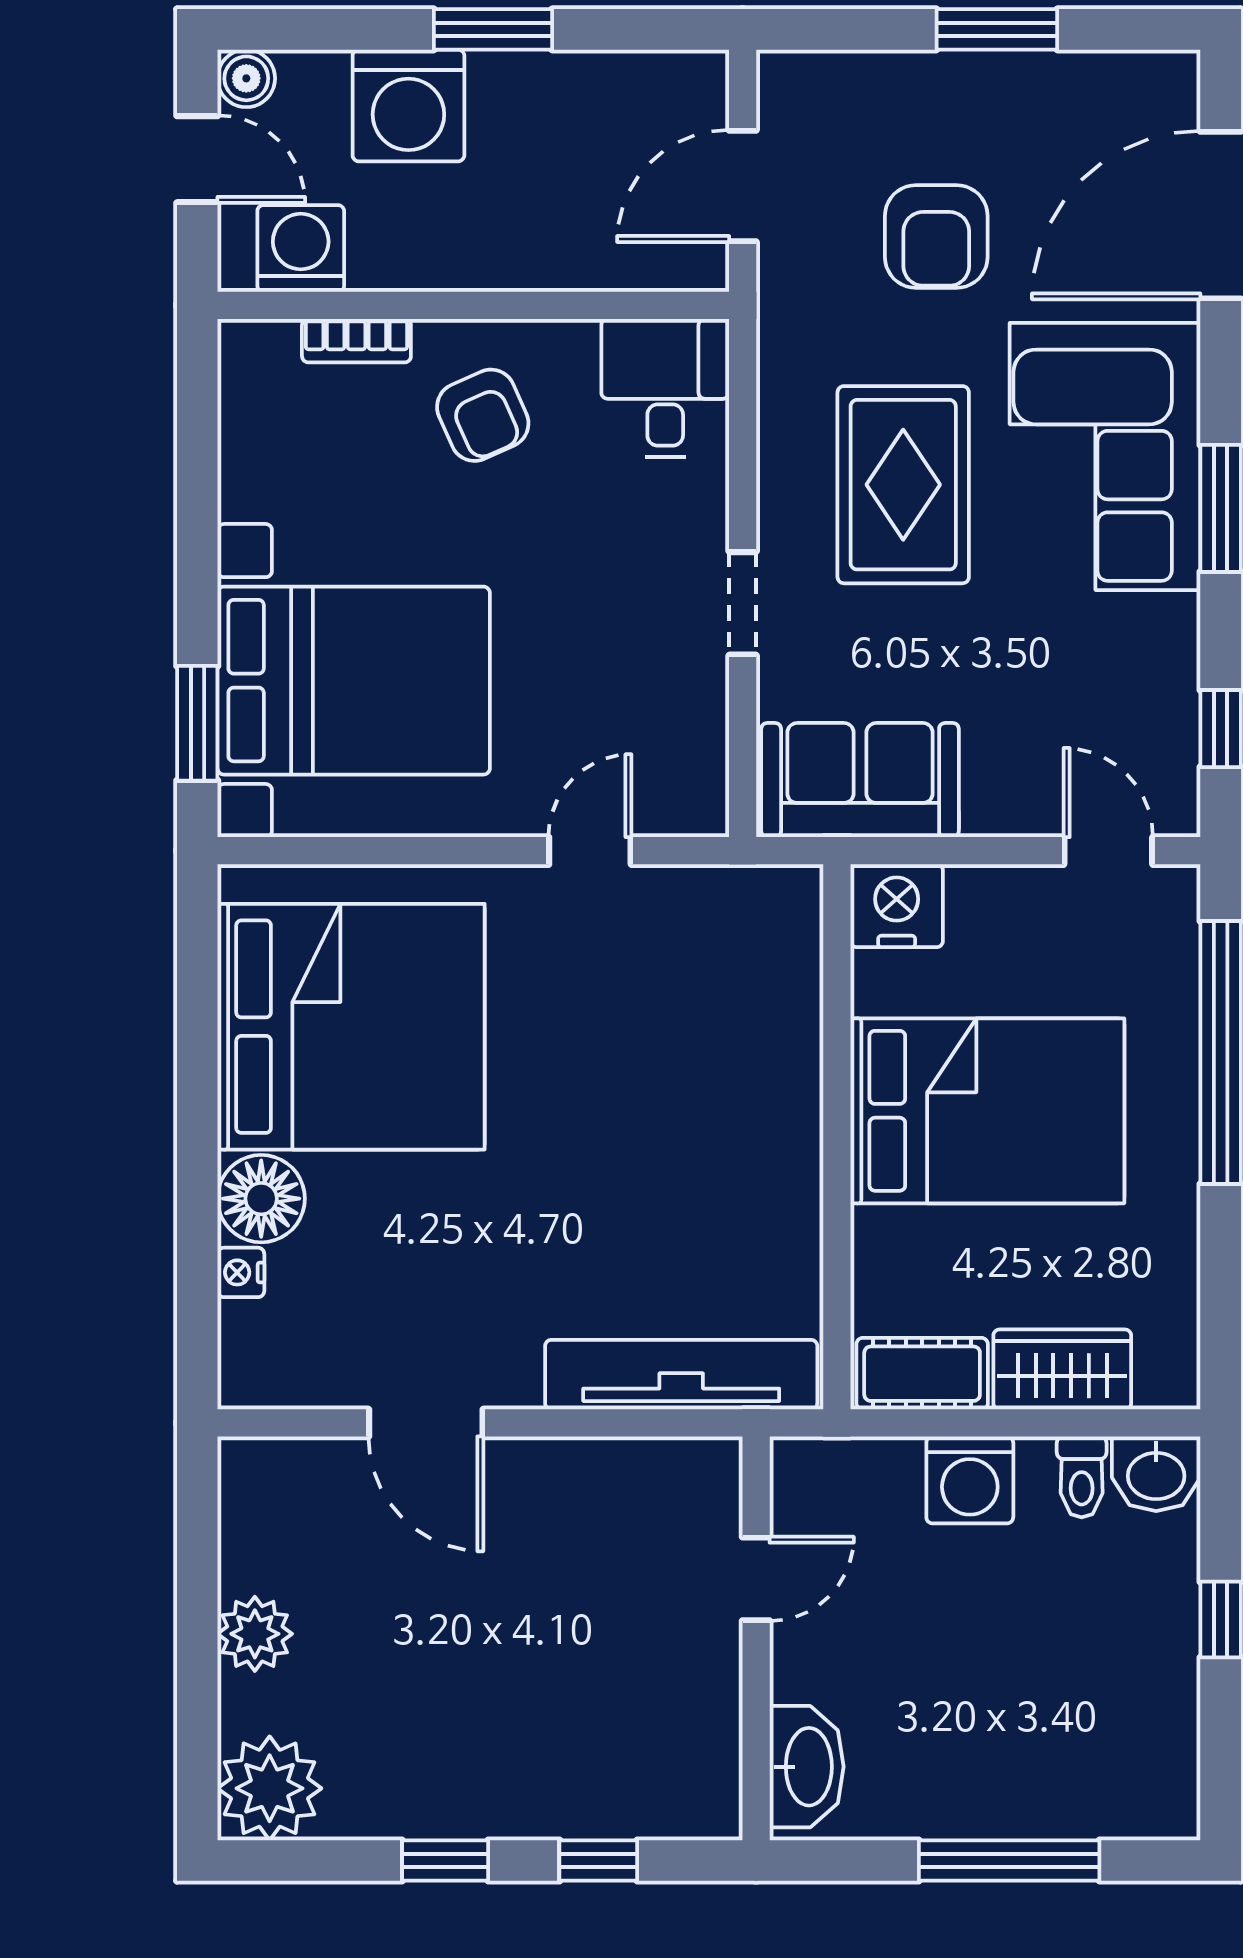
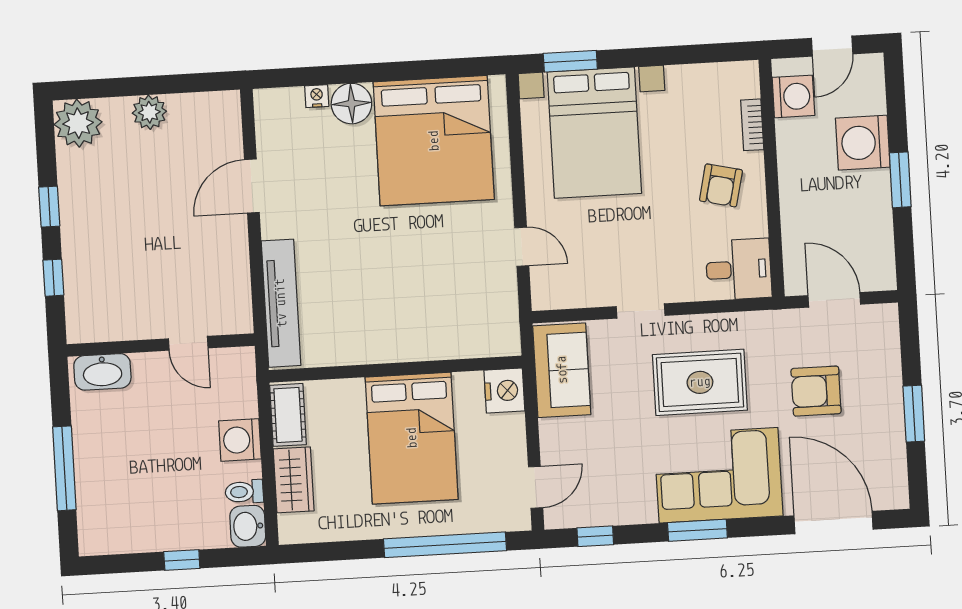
boiler: (246, 78) -> (871, 67), removed
armchair: (483, 415) -> (721, 185), turned -53

